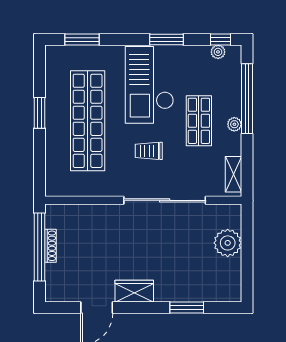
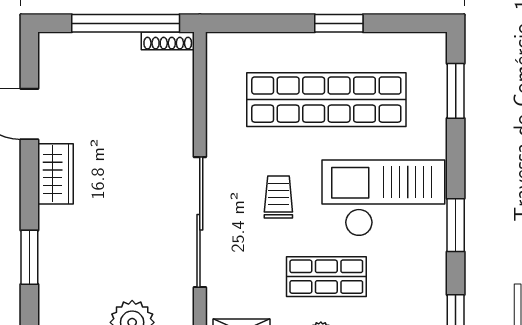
plant: (218, 52) -> (436, 307), removed
shoe rack: (51, 246) -> (168, 41), moved

